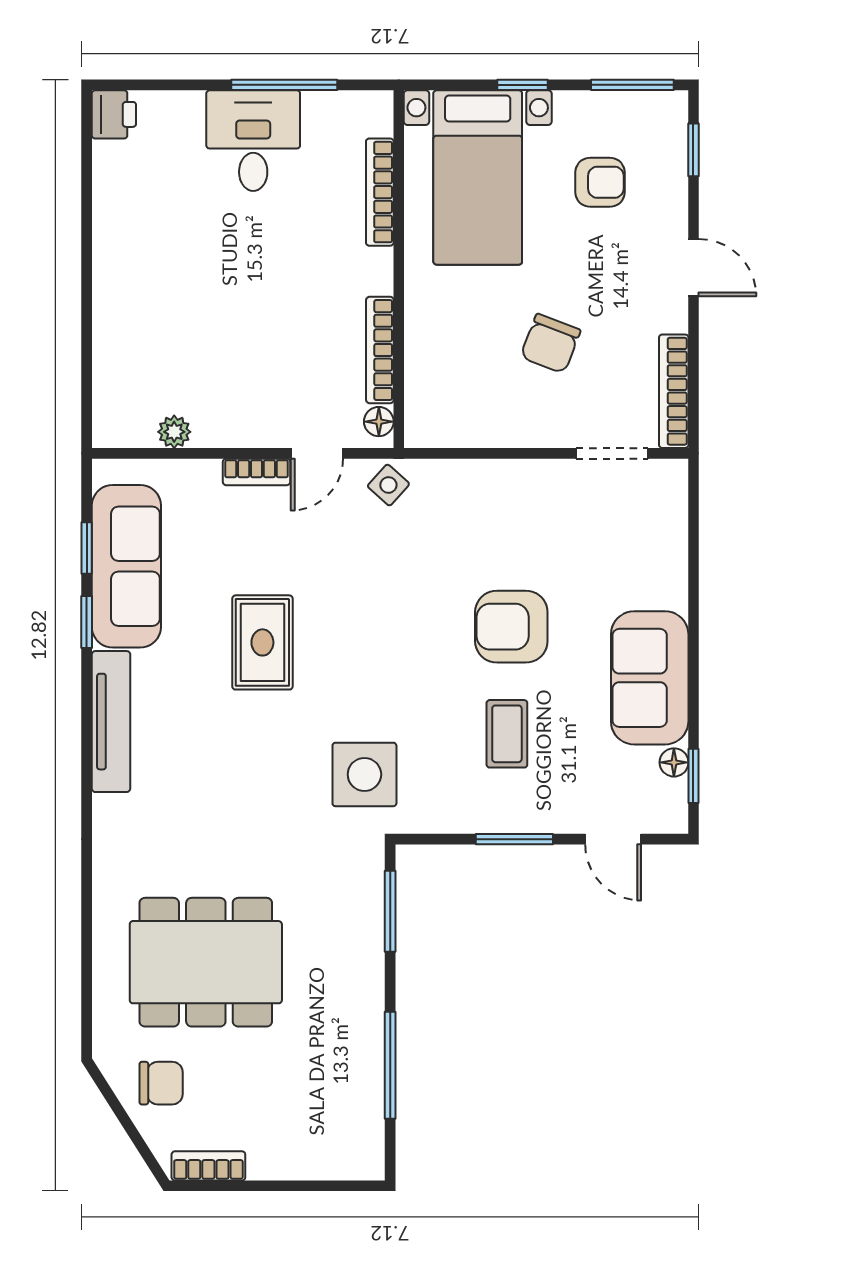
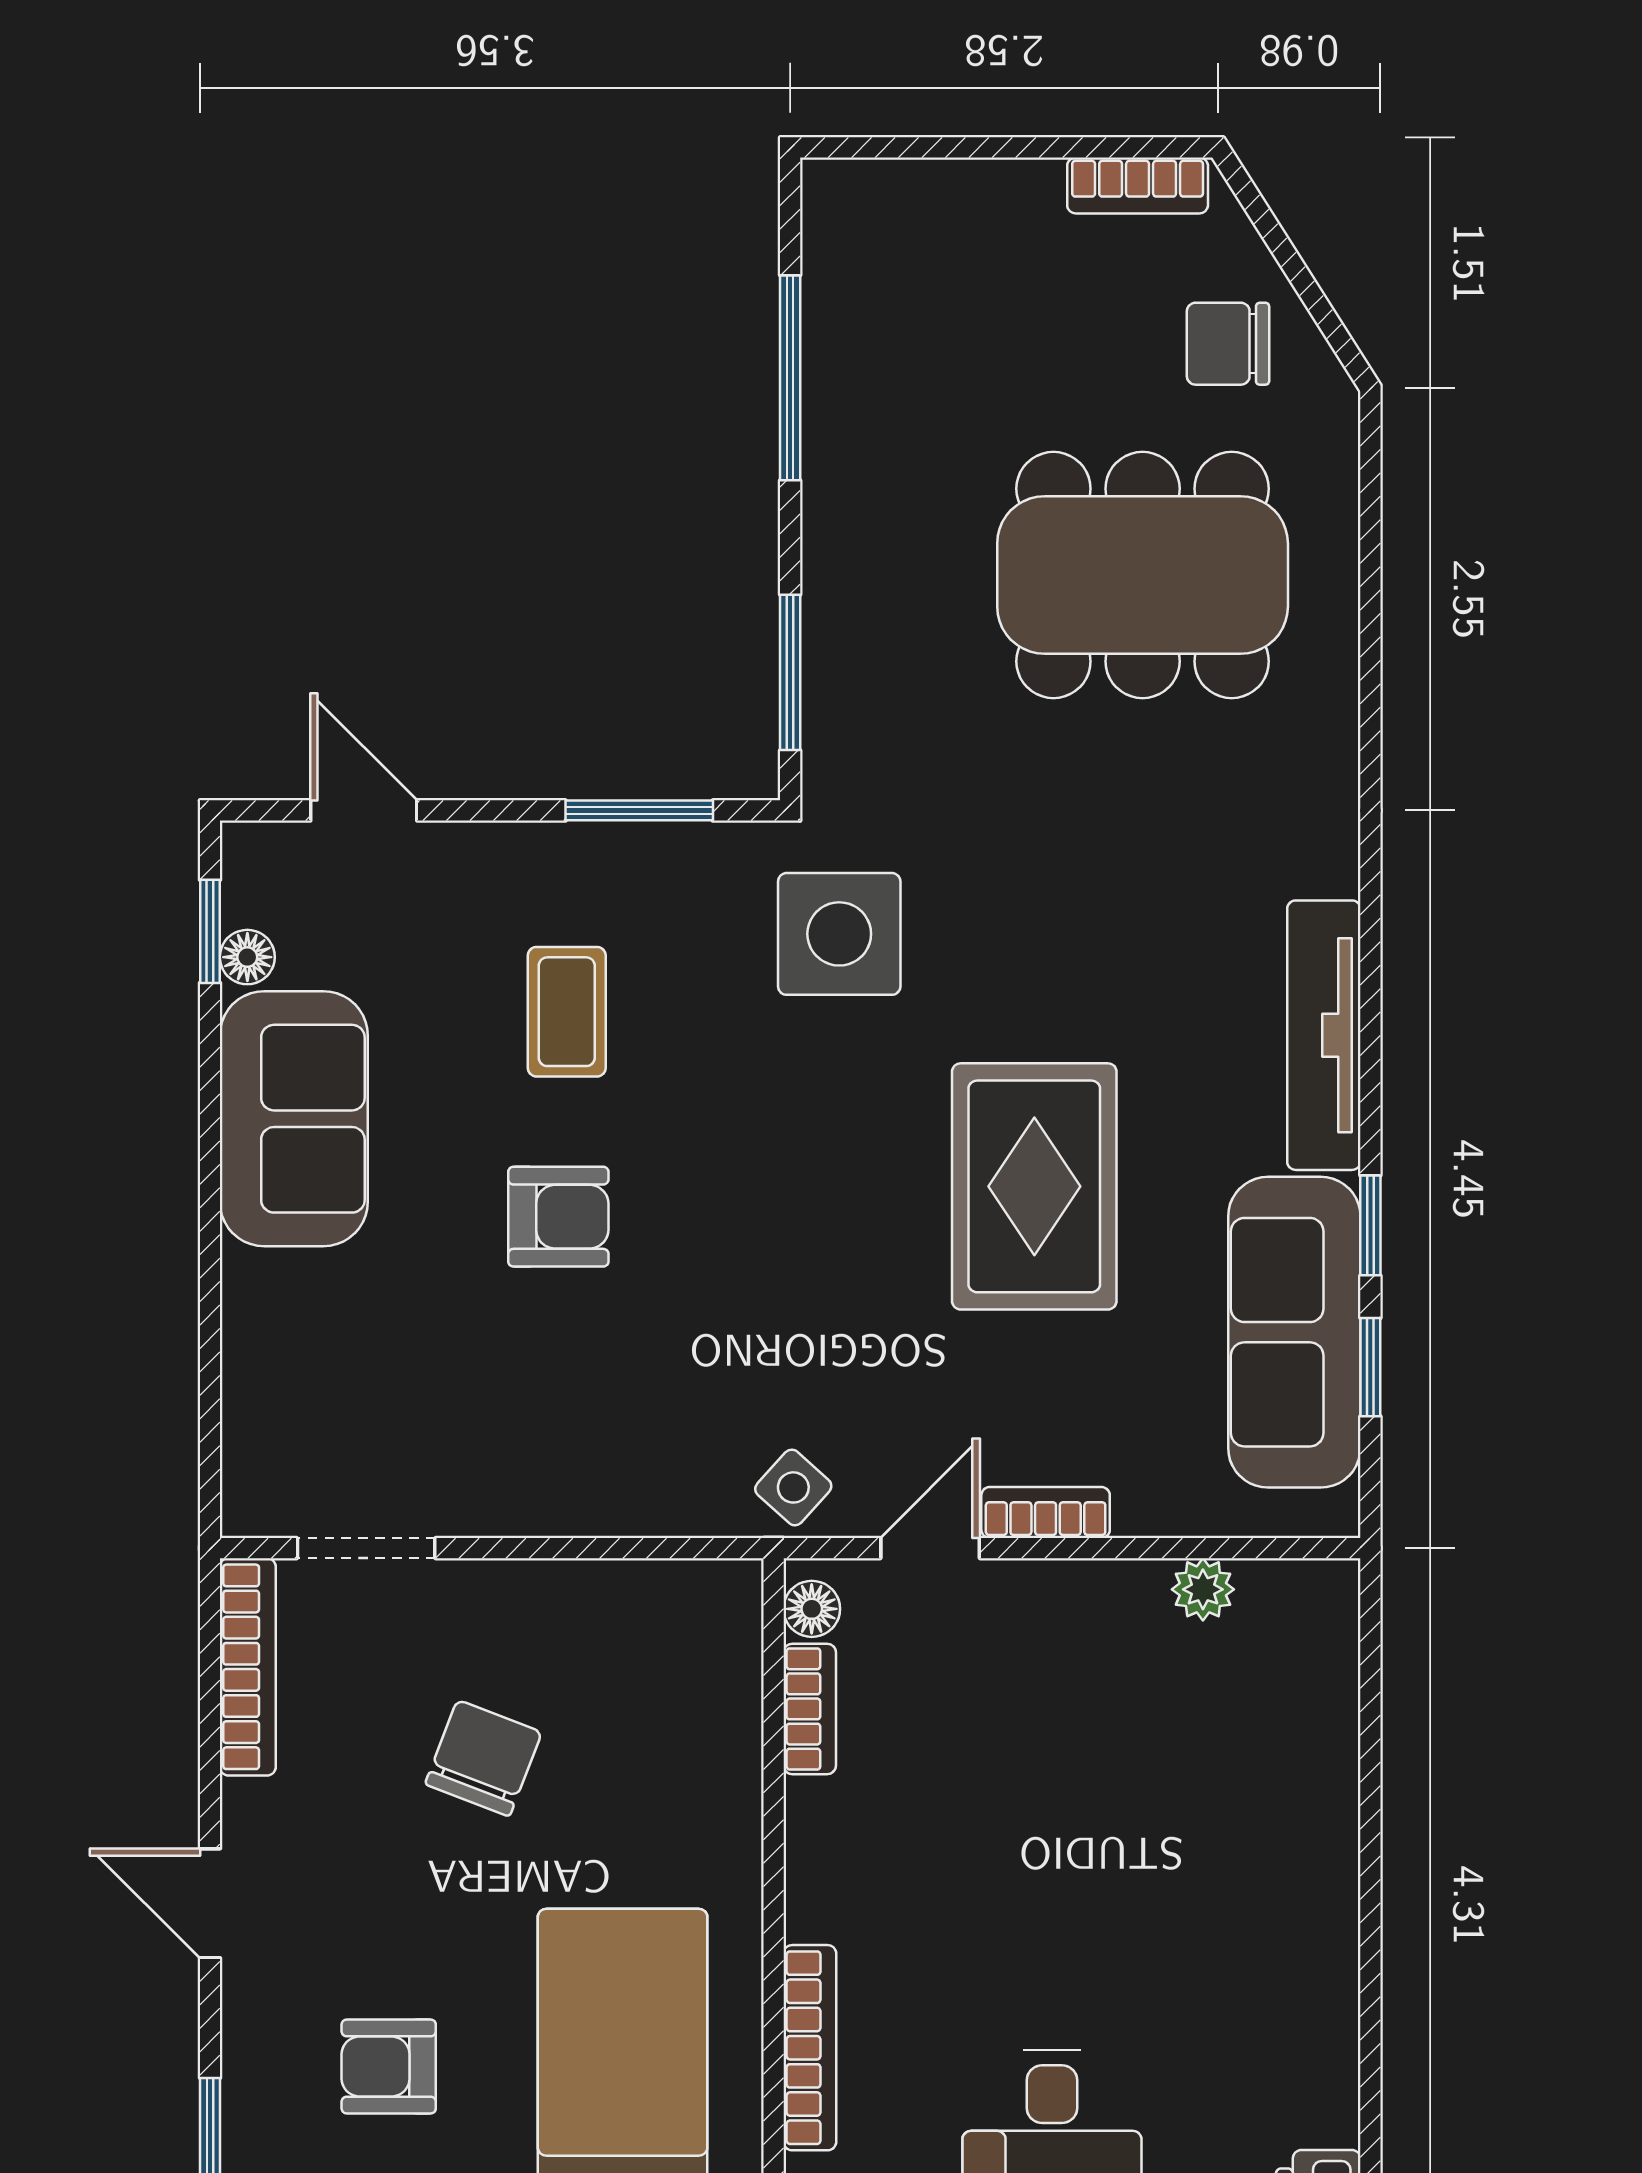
bookcase: (380, 350) -> (810, 1709), width x0.64
armchair: (511, 627) -> (558, 1217), width x0.72, depth x0.72
rug: (262, 642) -> (1034, 1186), width x1.36, depth x1.43
window: (514, 839) -> (639, 810), moved

